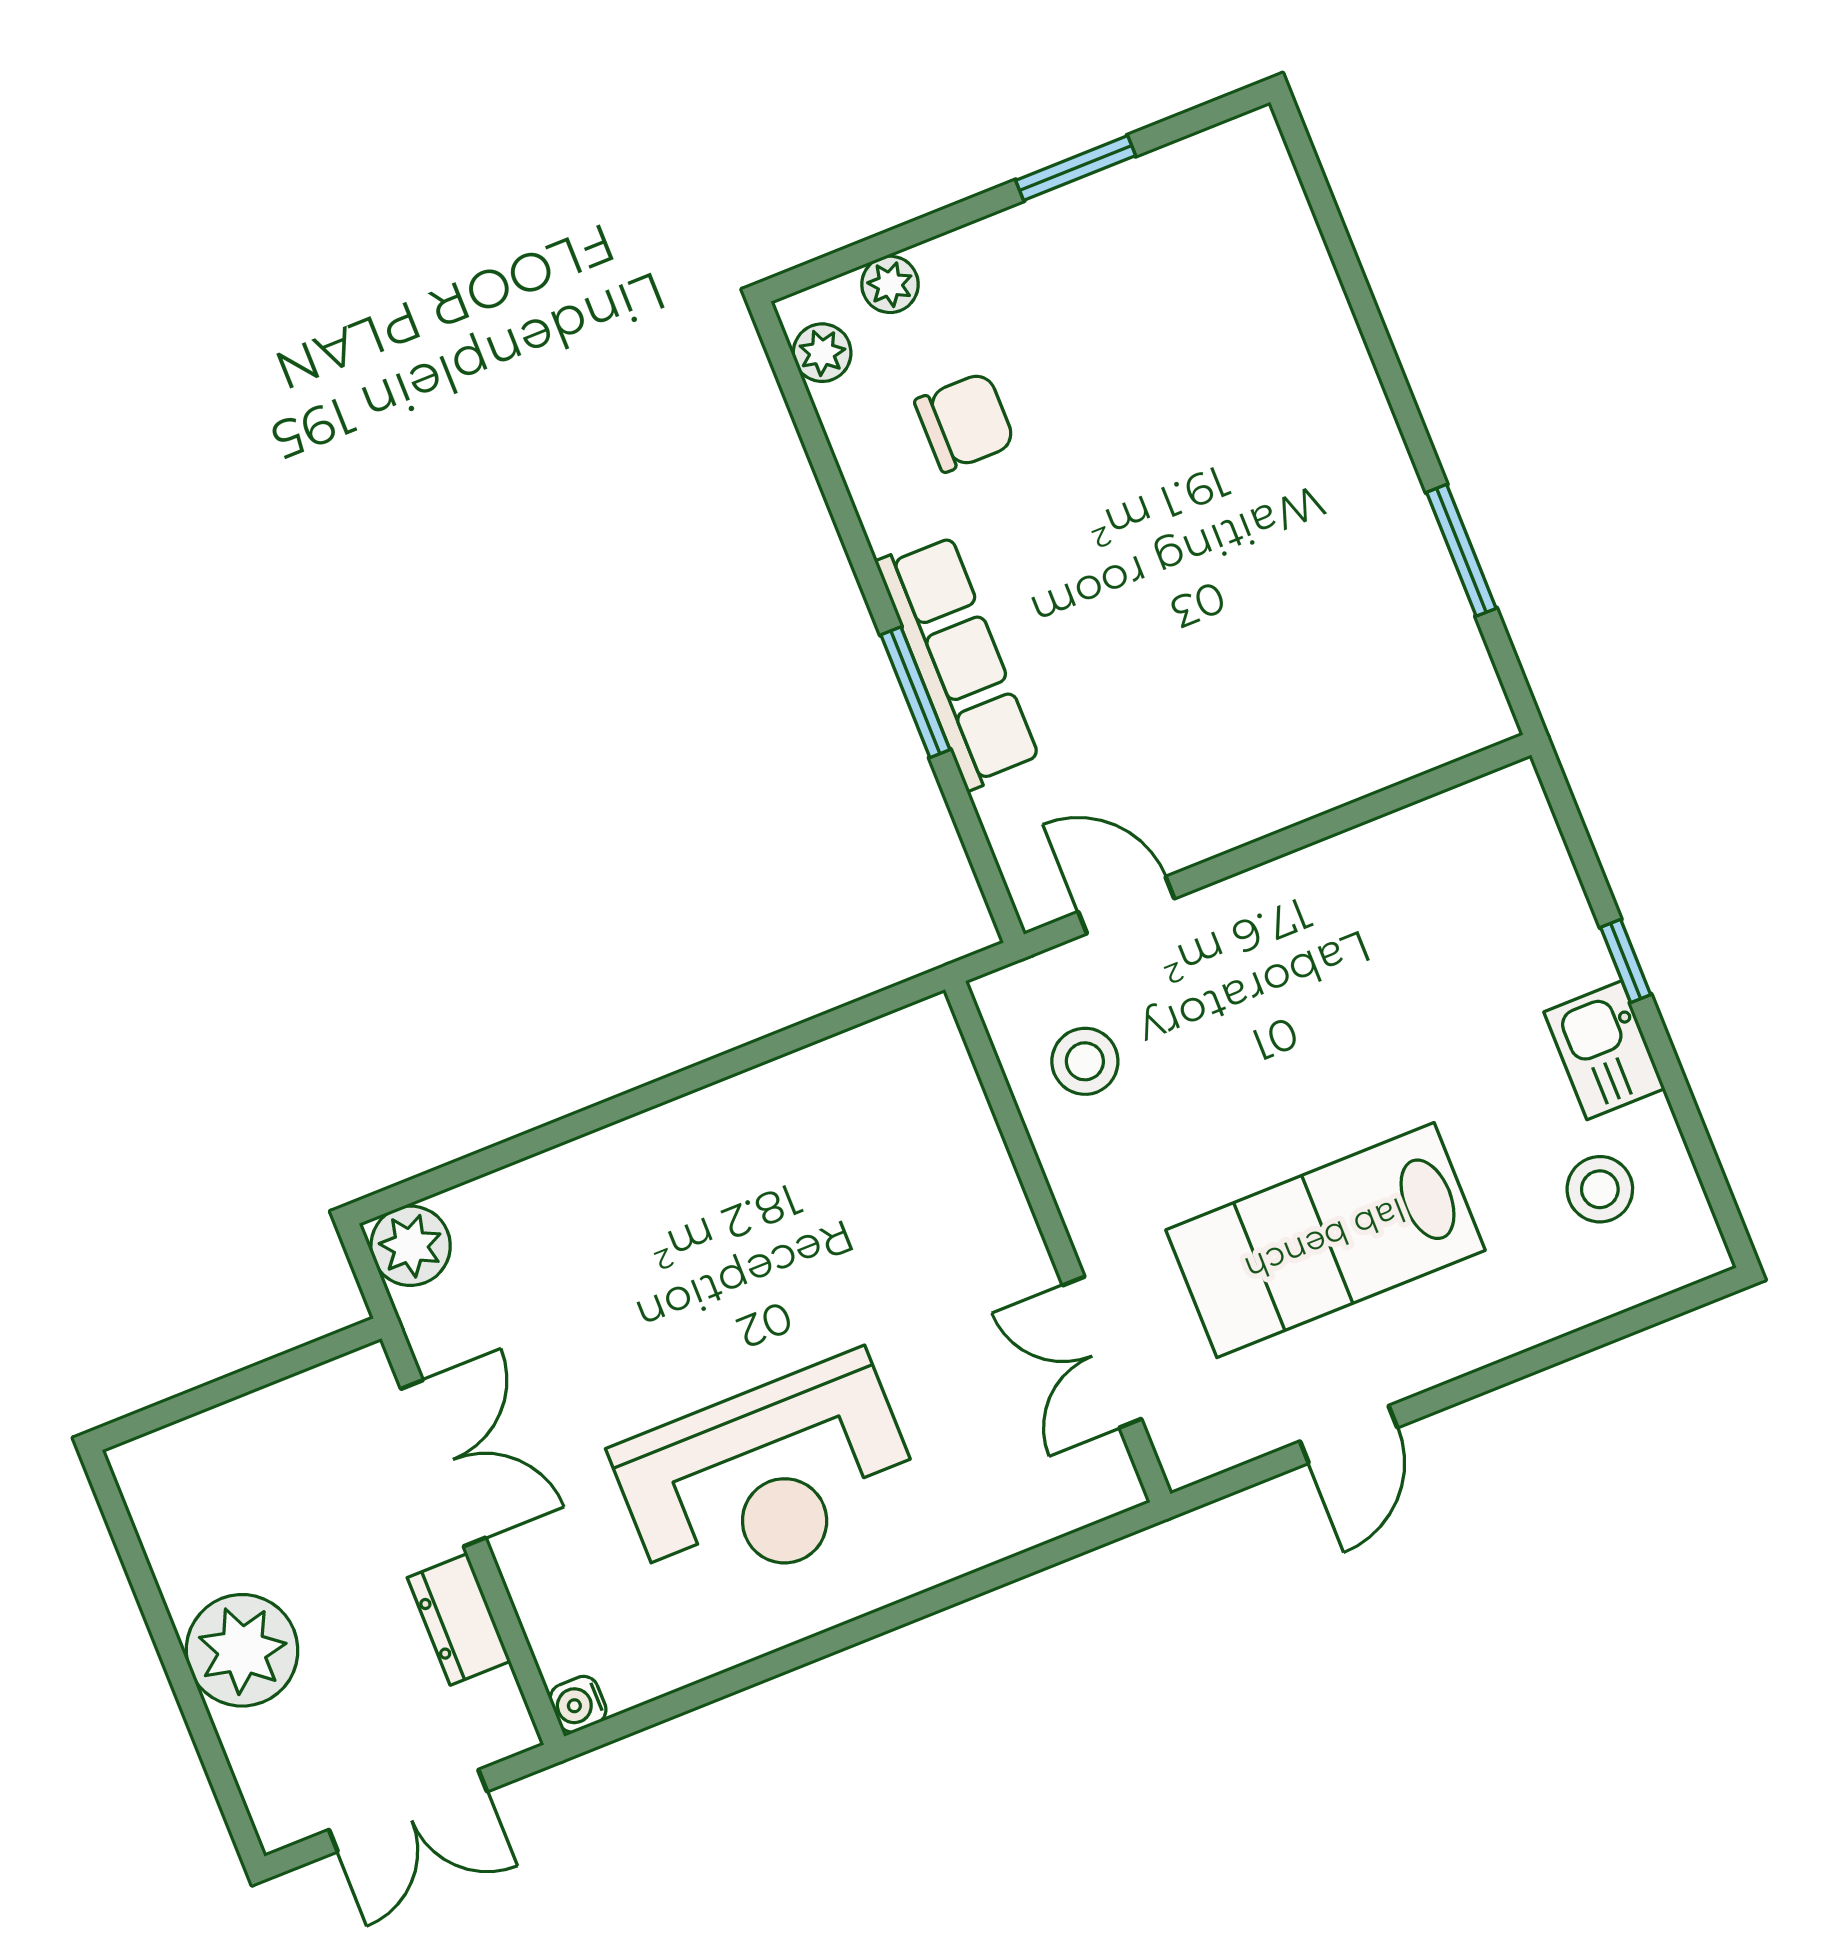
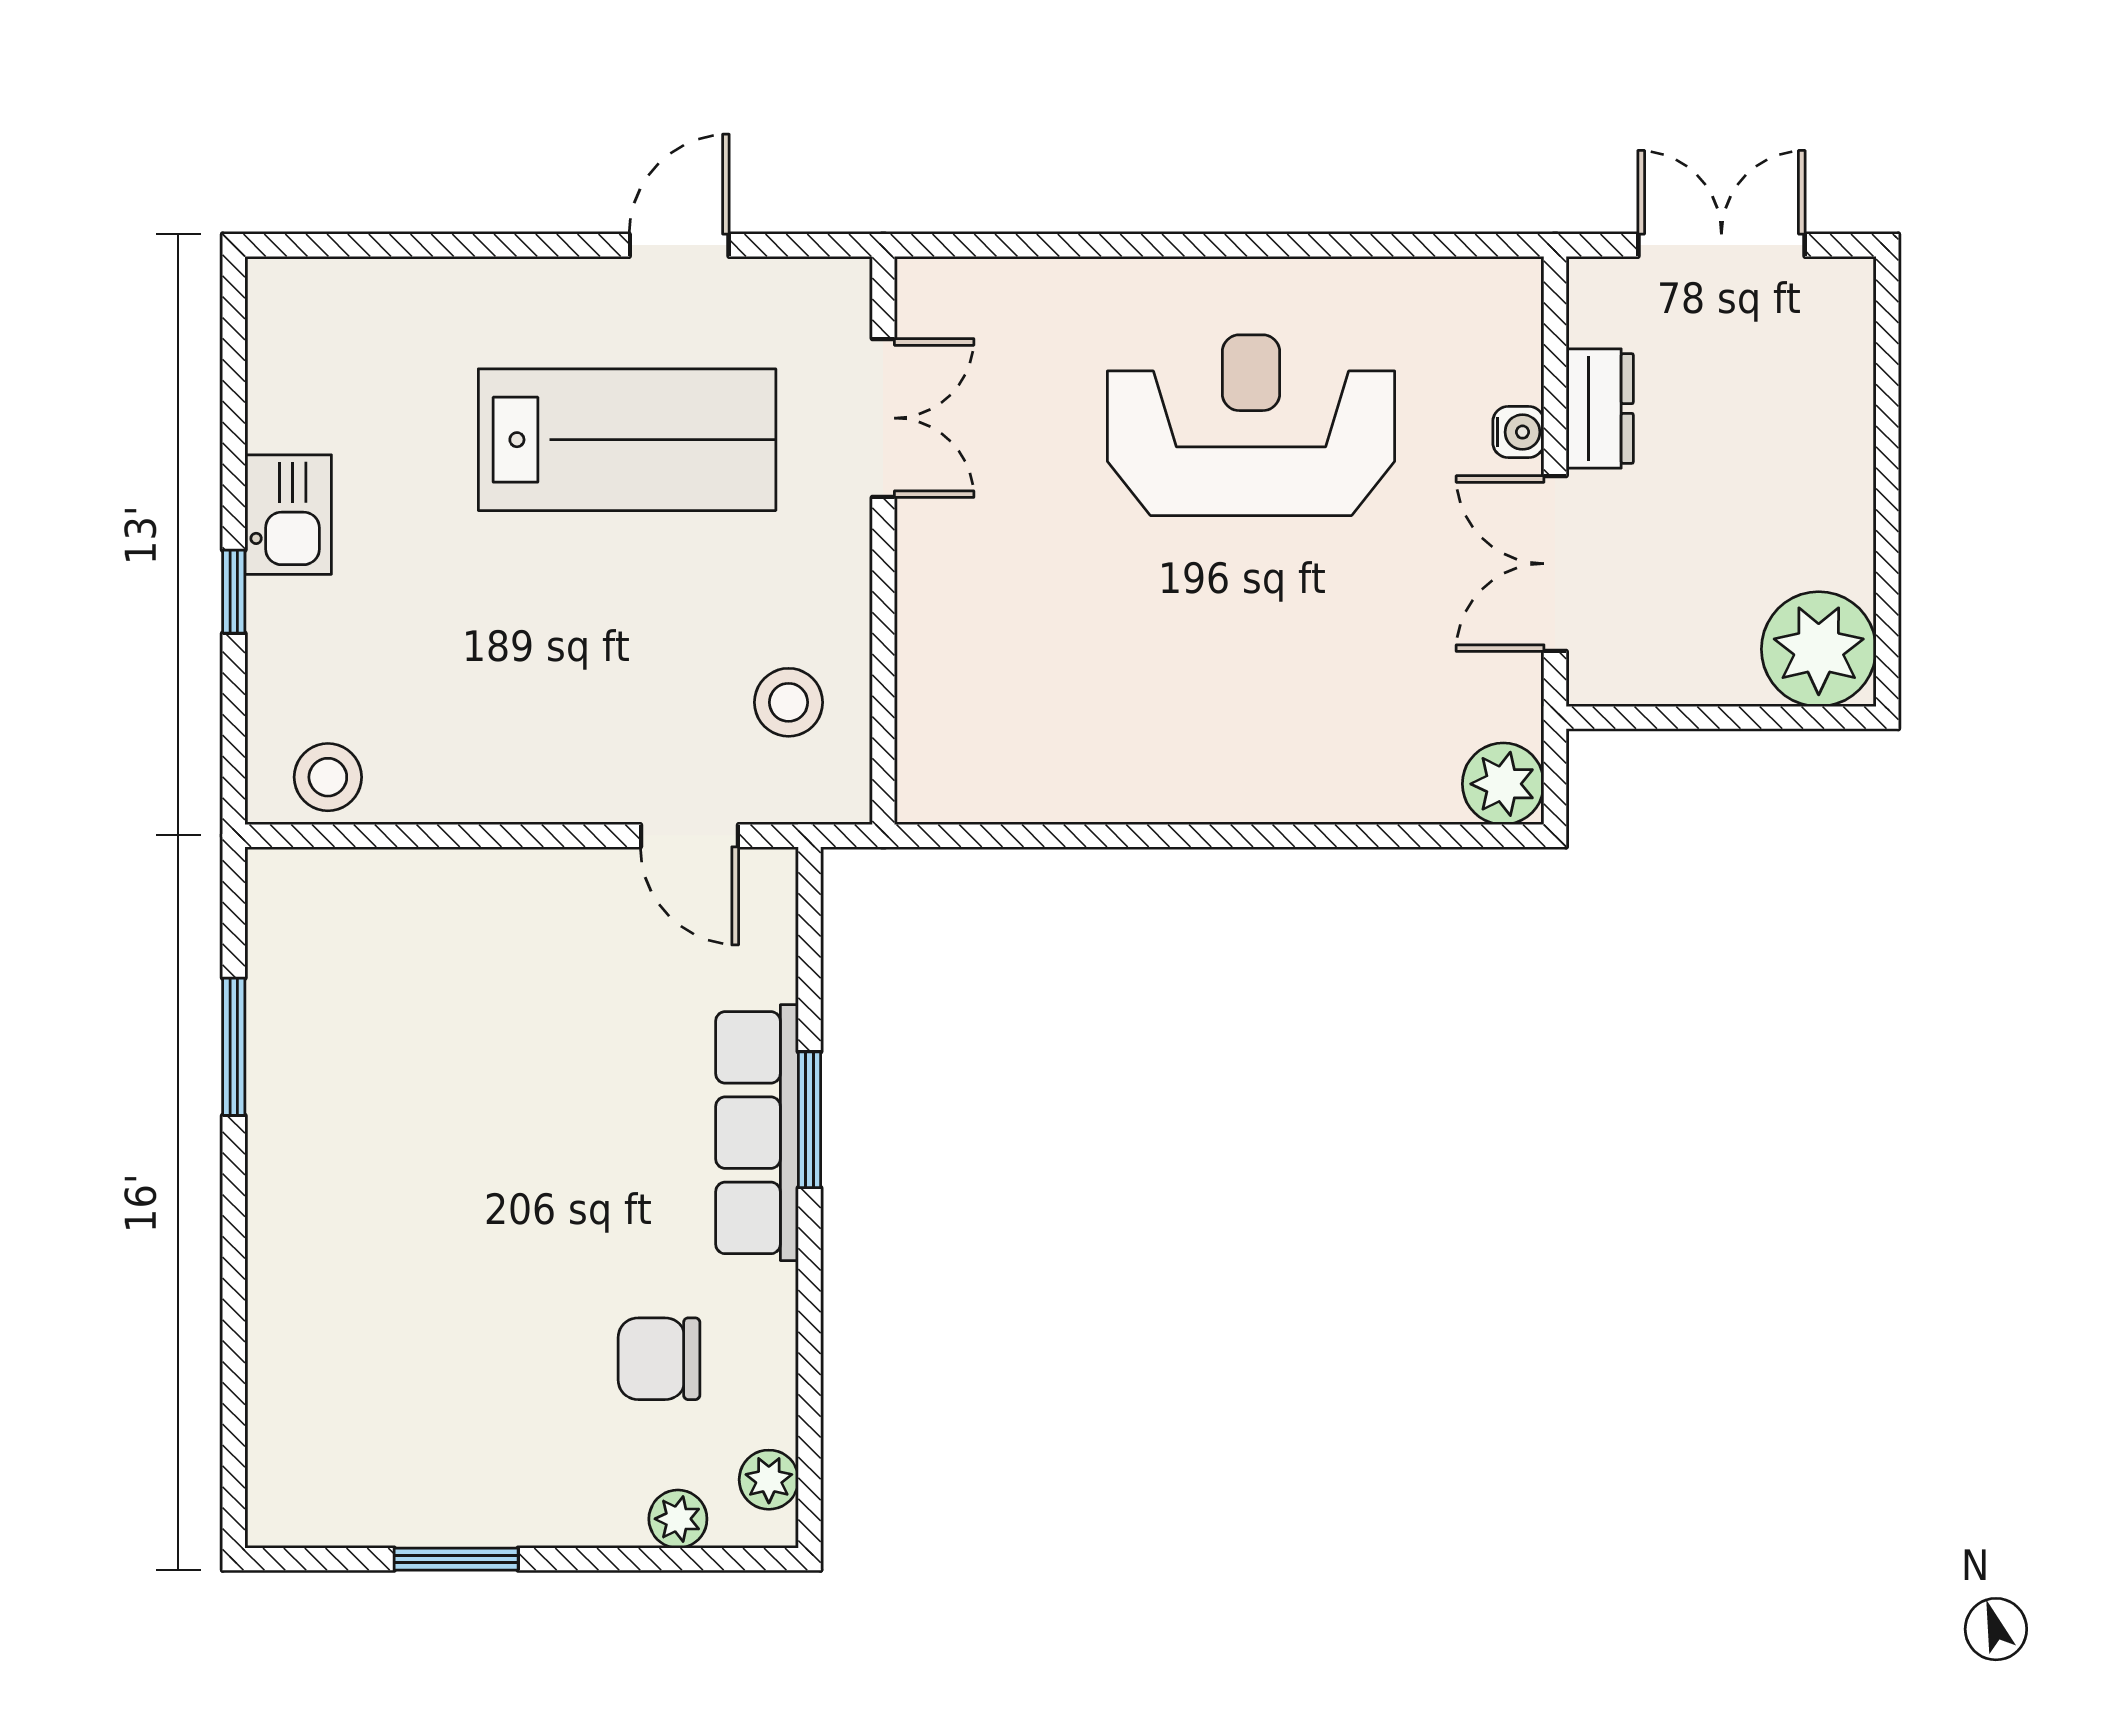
stool: (1600, 1189) -> (328, 777), moved
plant: (242, 1650) -> (1819, 649), moved
water cooler: (578, 1704) -> (1518, 432), moved

